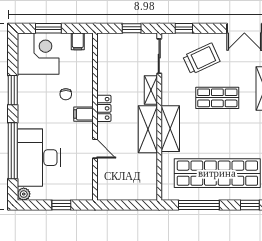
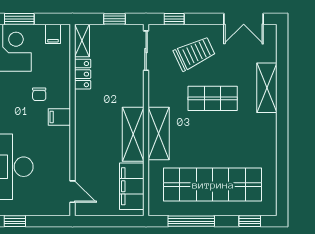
shelving: (151, 90) -> (82, 40), moved
locker: (104, 108) -> (83, 74), moved
door: (95, 149) -> (73, 192), moved
filing cabinet: (147, 175) -> (132, 186), added
window: (61, 205) -> (15, 221), moved

